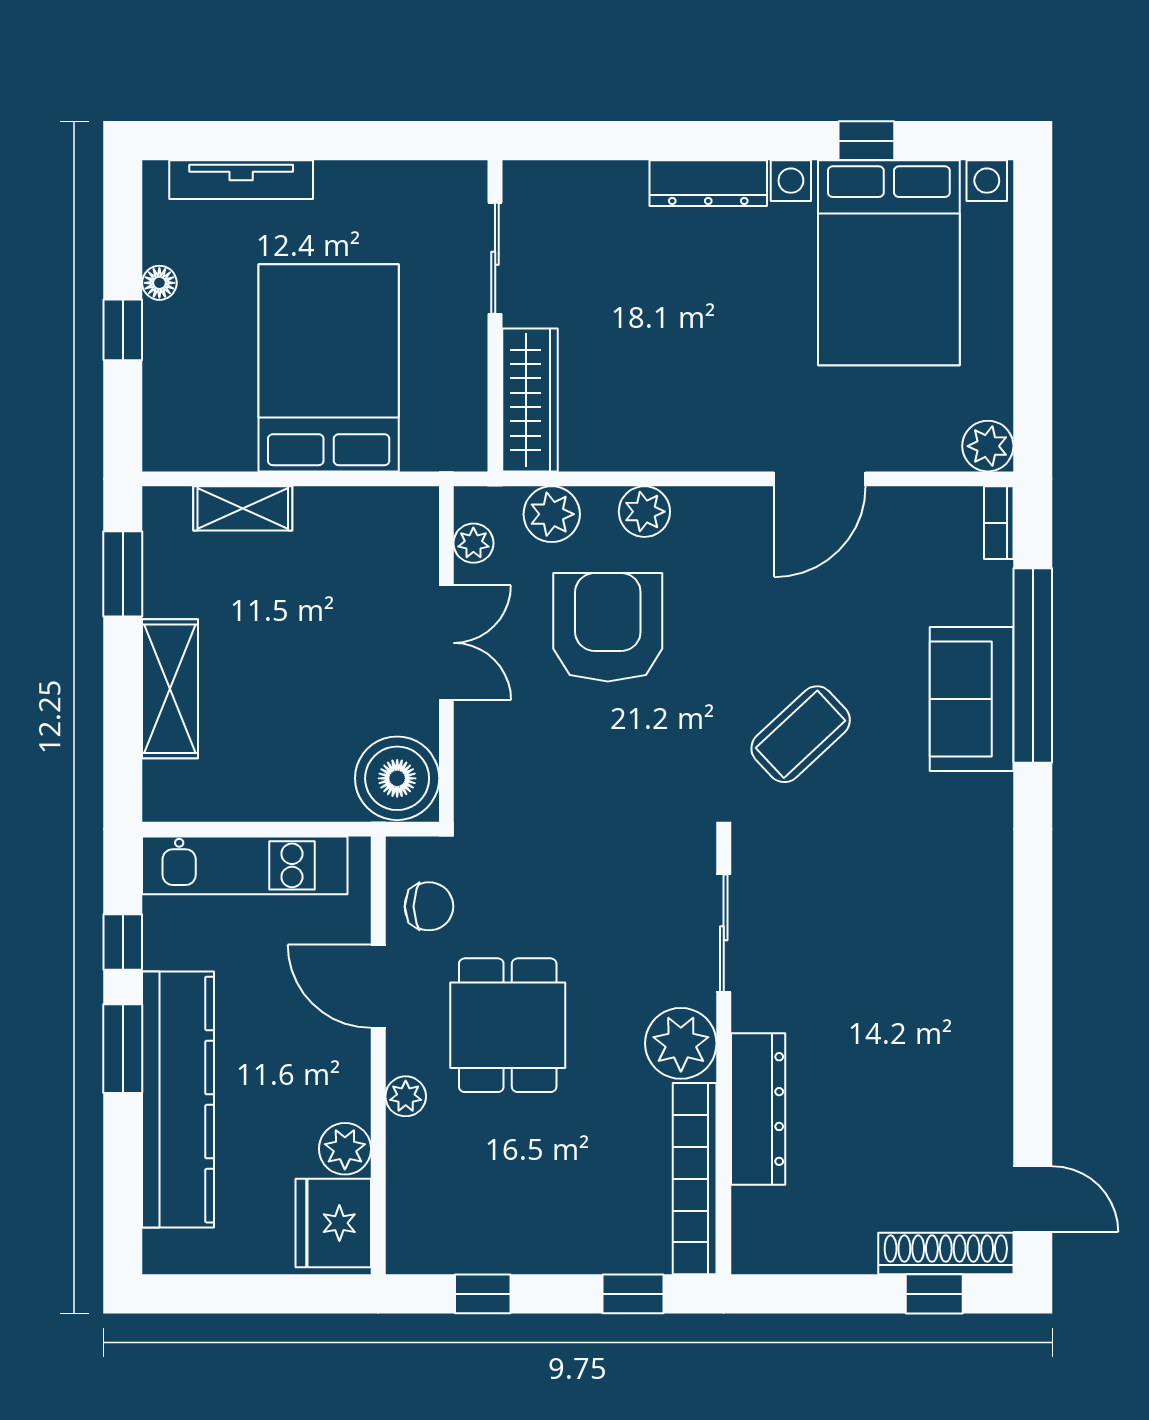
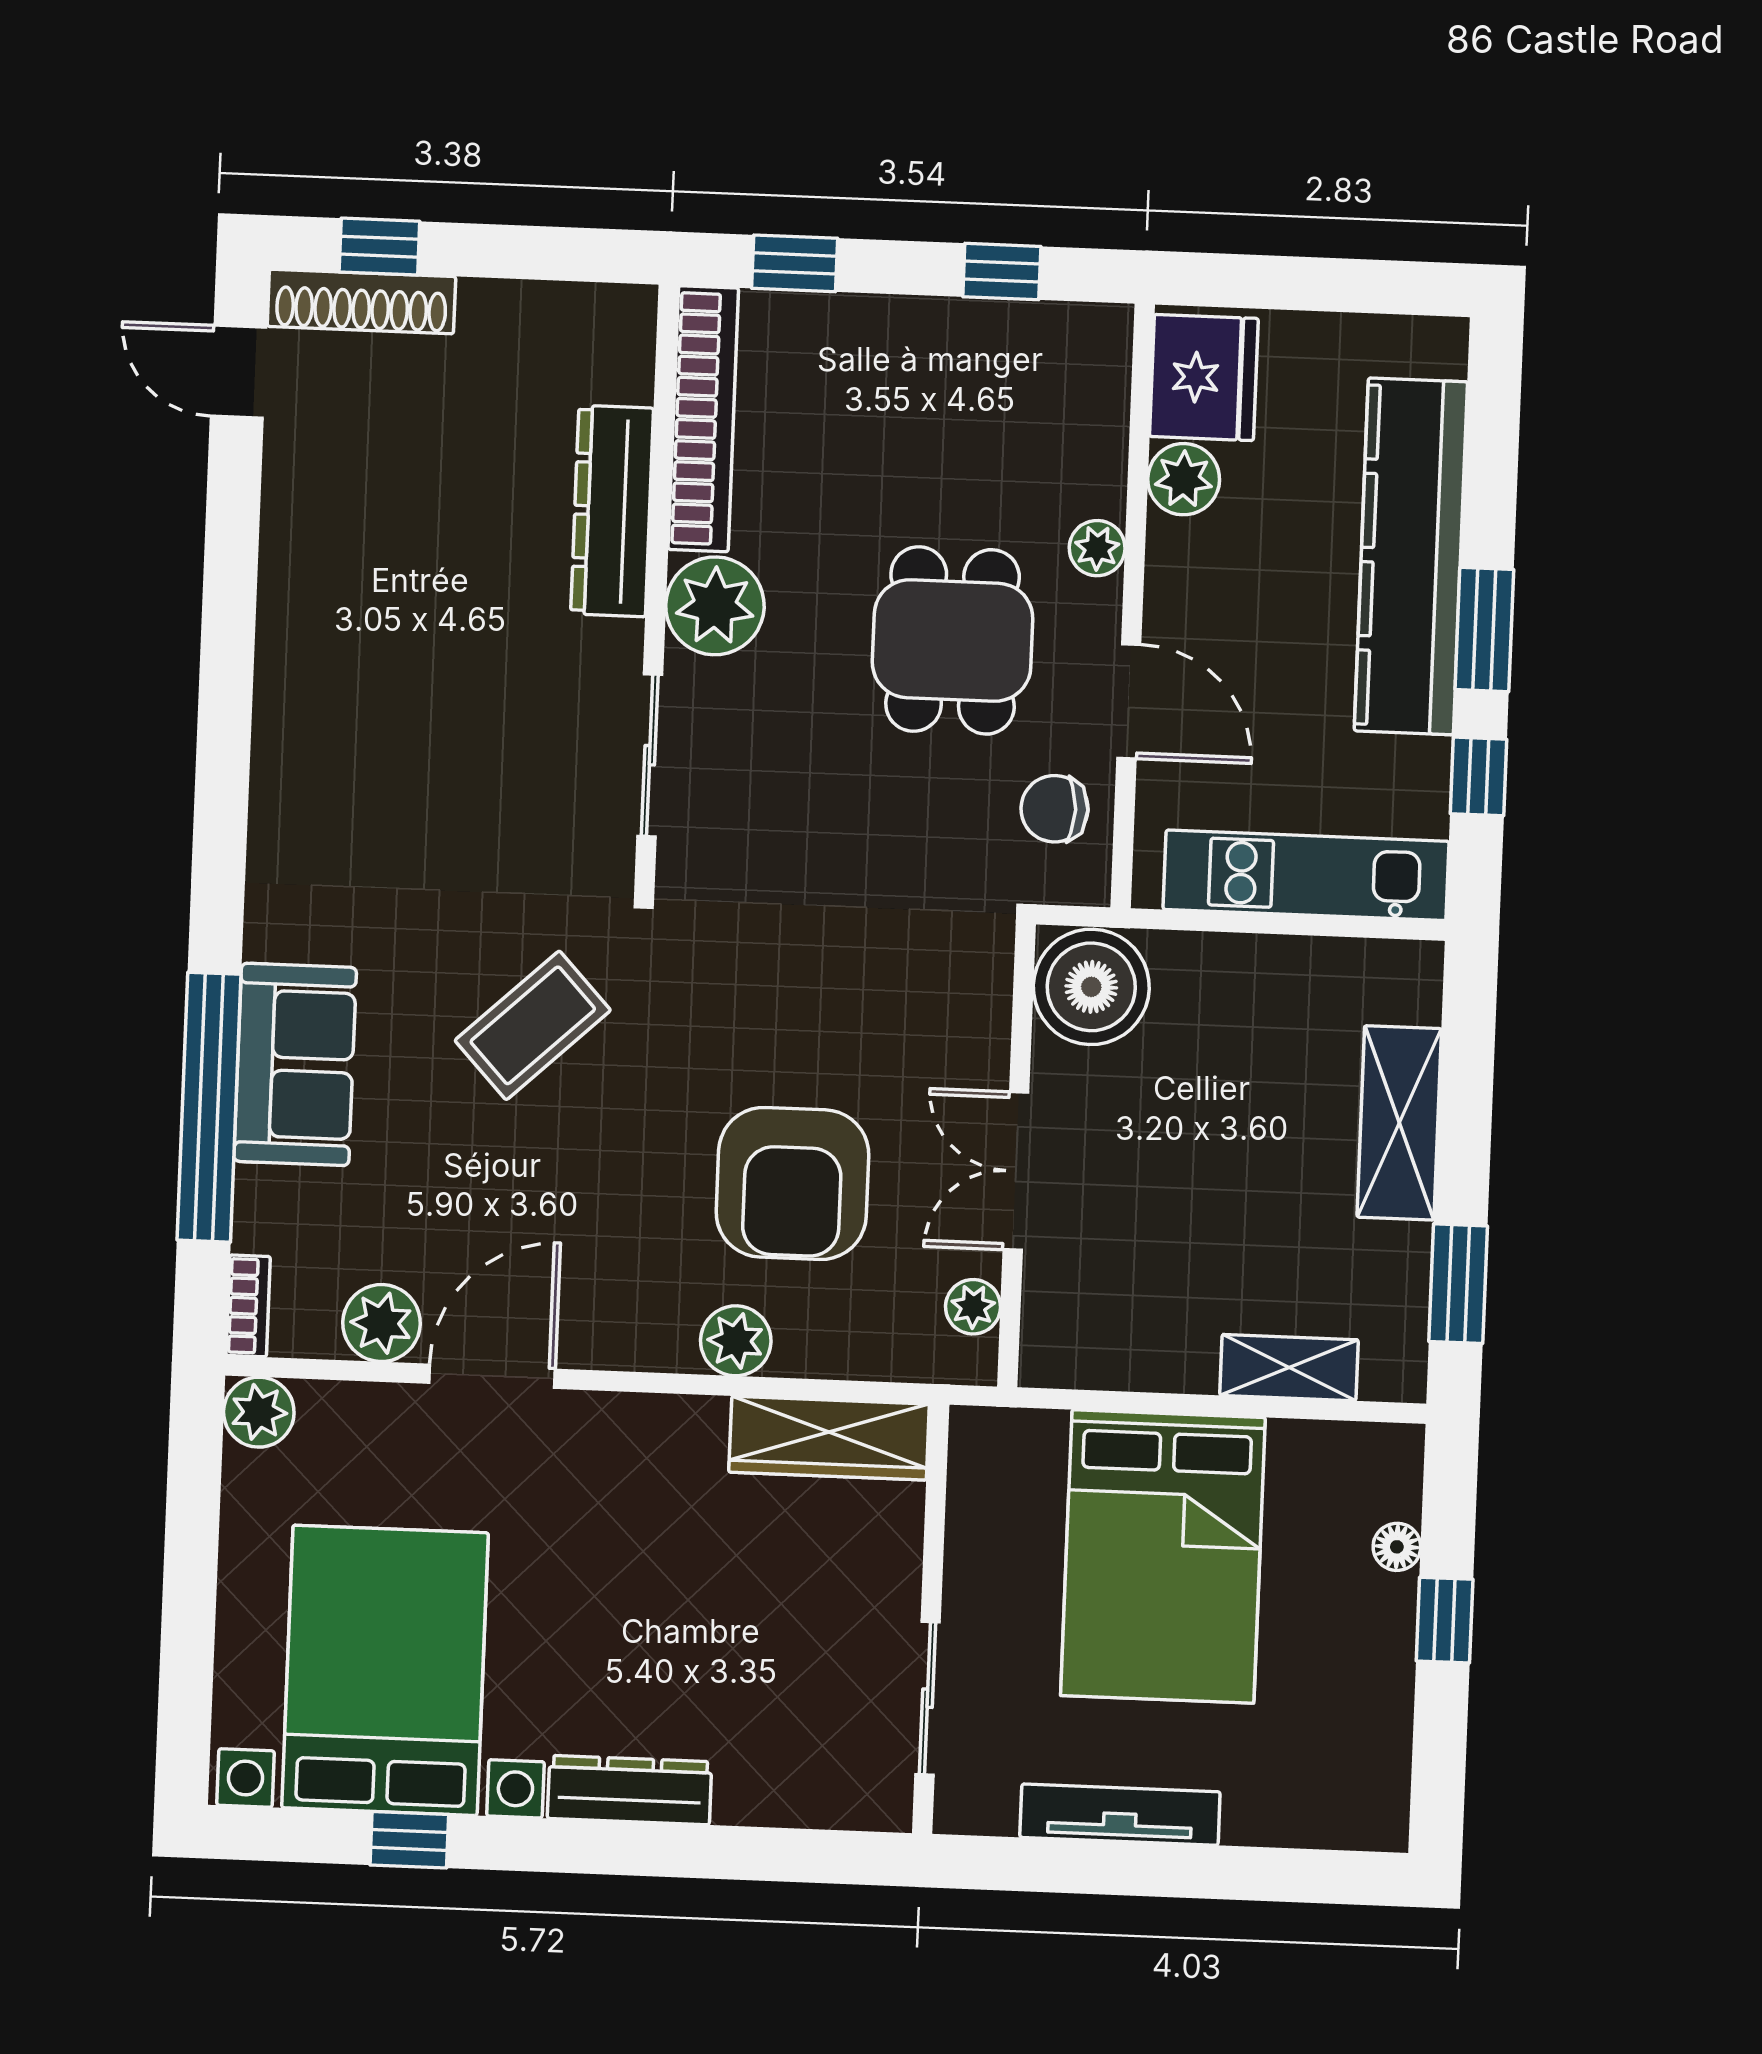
tv unit: (241, 180) -> (1120, 1815), moved
floor lamp: (159, 283) -> (1397, 1547), moved
wardrobe: (530, 400) -> (829, 1438), moved, turned -90
plant: (552, 514) -> (382, 1323), moved

